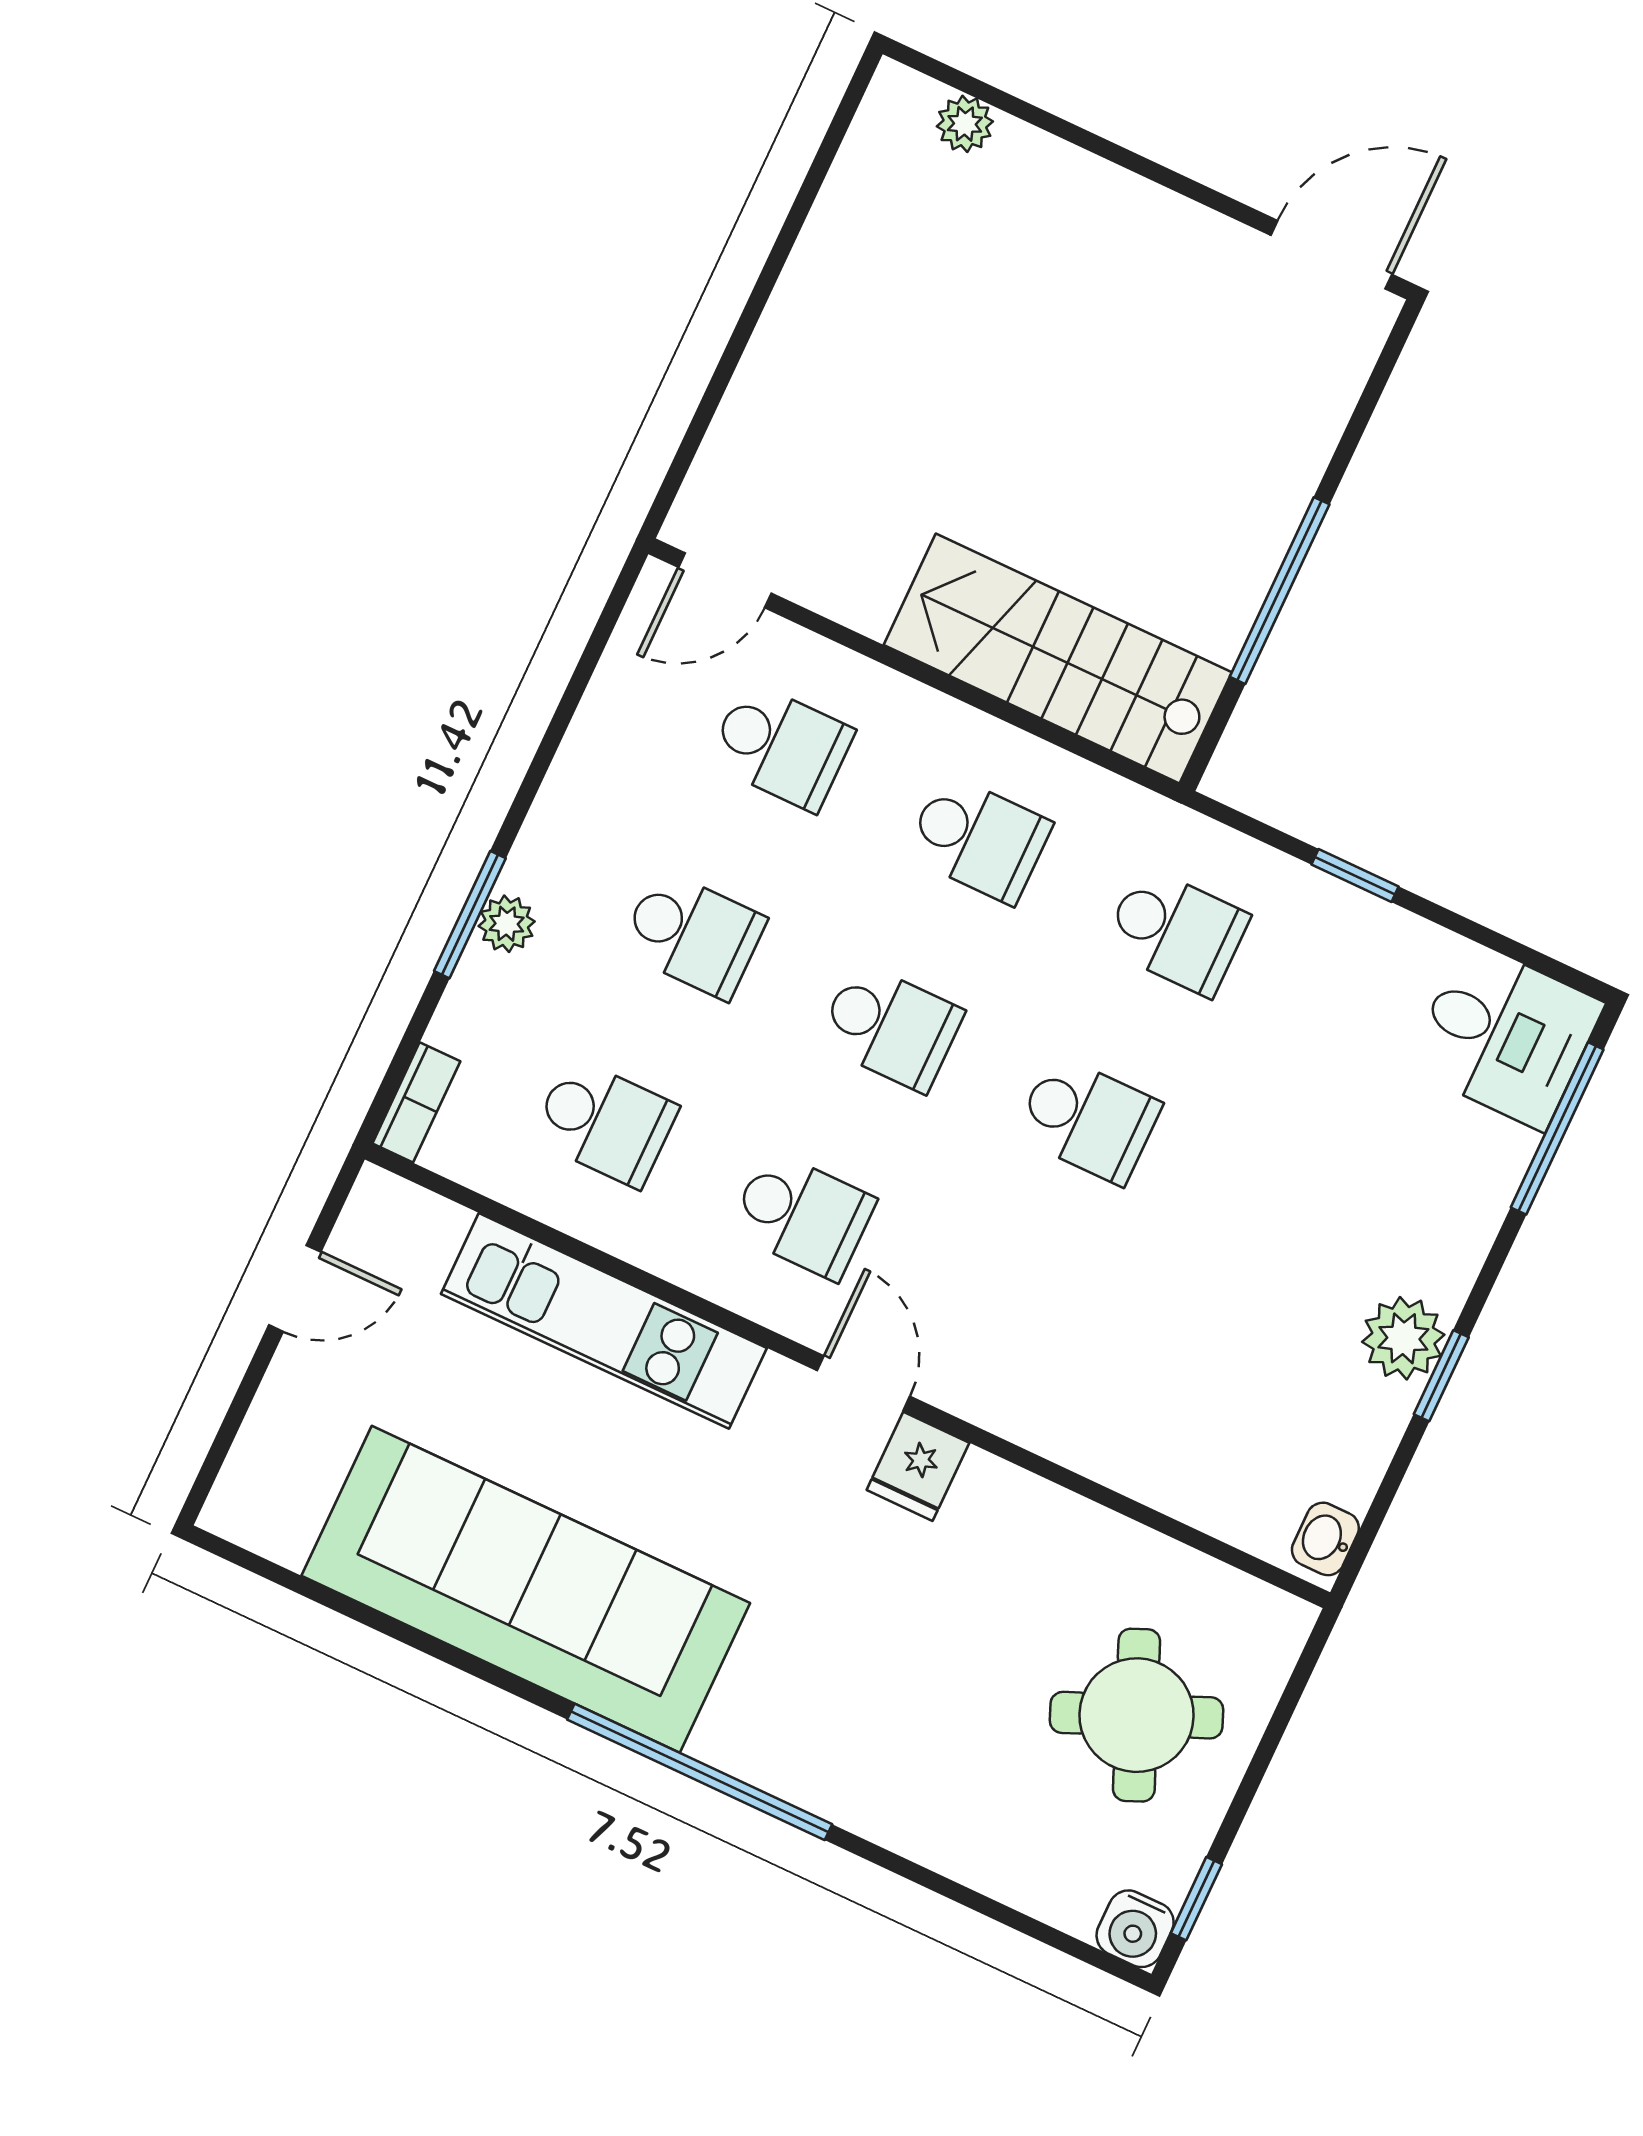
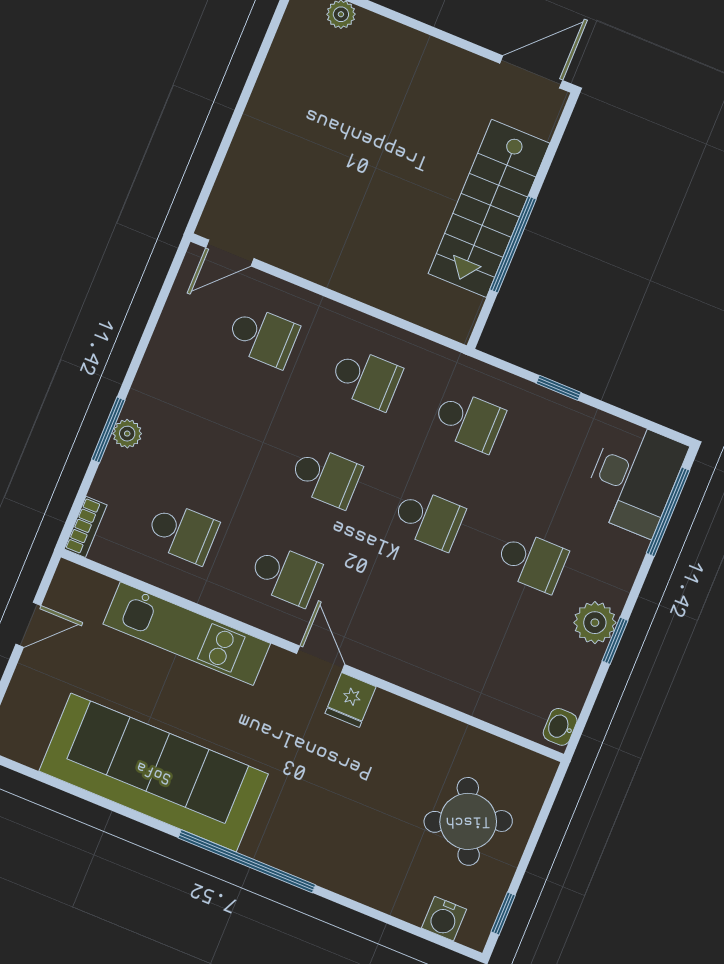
stairs: (1058, 659) -> (489, 208), moved, turned -90
school desk: (693, 934) -> (532, 561), moved
desk: (1505, 1035) -> (634, 478), width x1.37
water cooler: (1135, 1929) -> (444, 919), moved

